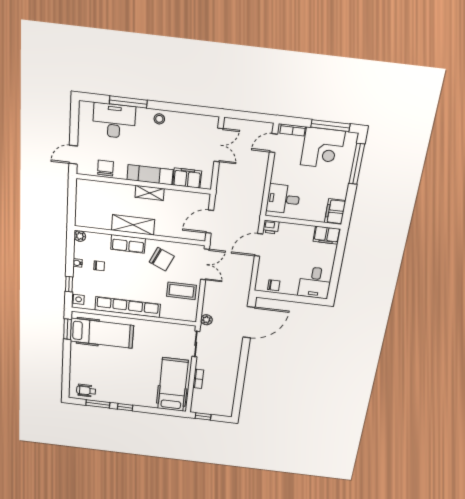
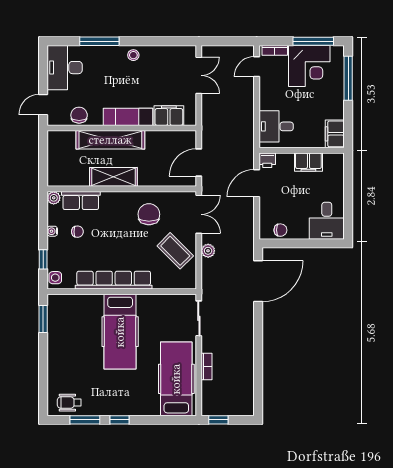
desk: (114, 121) -> (65, 68), moved, turned -90
shelving: (150, 193) -> (110, 140), width x2.20, depth x1.33
filing cabinet: (327, 235) -> (308, 162), moved
row of seats: (128, 244) -> (81, 200), moved
chair: (162, 259) -> (149, 214), turned -114
coffee table: (181, 291) -> (175, 251), turned 45
plant: (206, 320) -> (208, 251), moved
hospital bed: (102, 333) -> (120, 332), moved, turned 90

